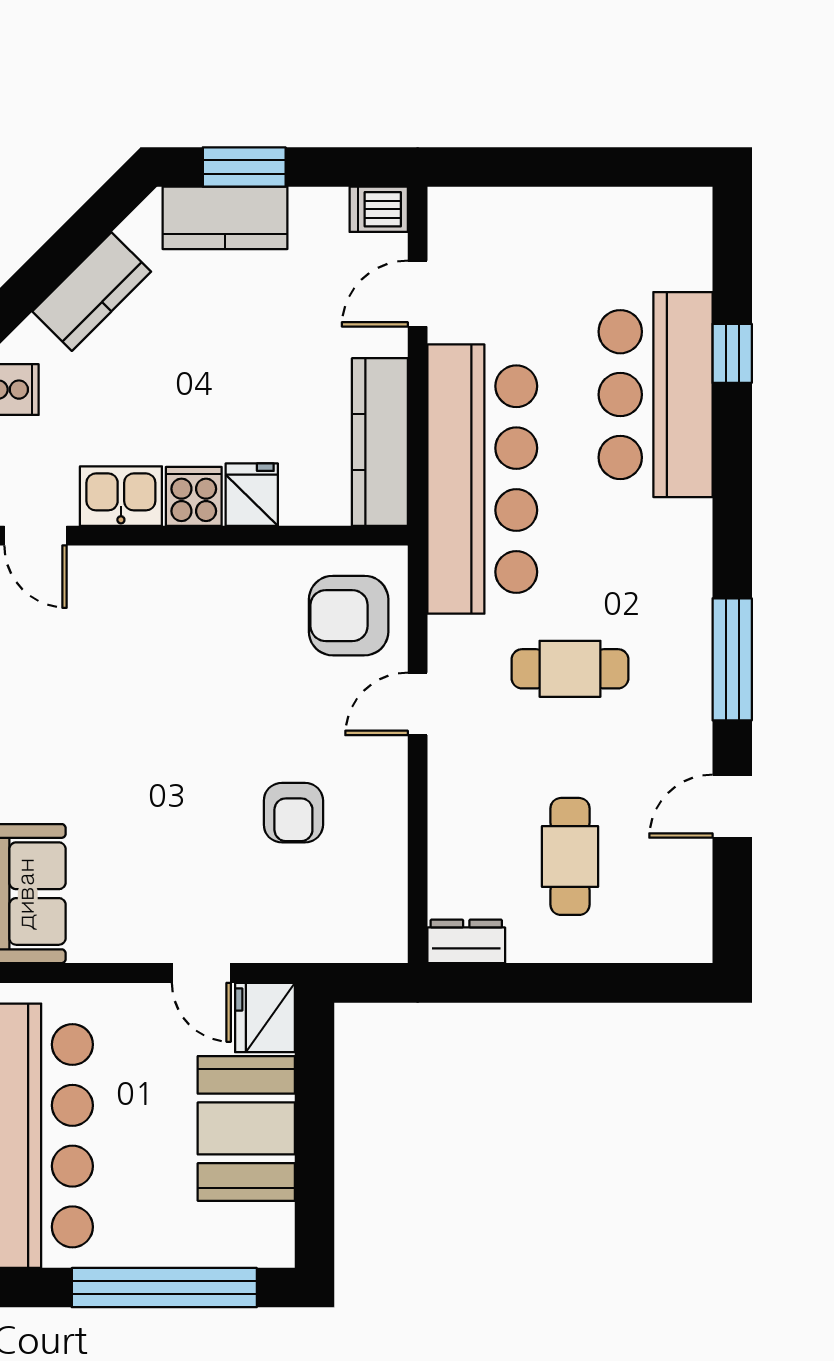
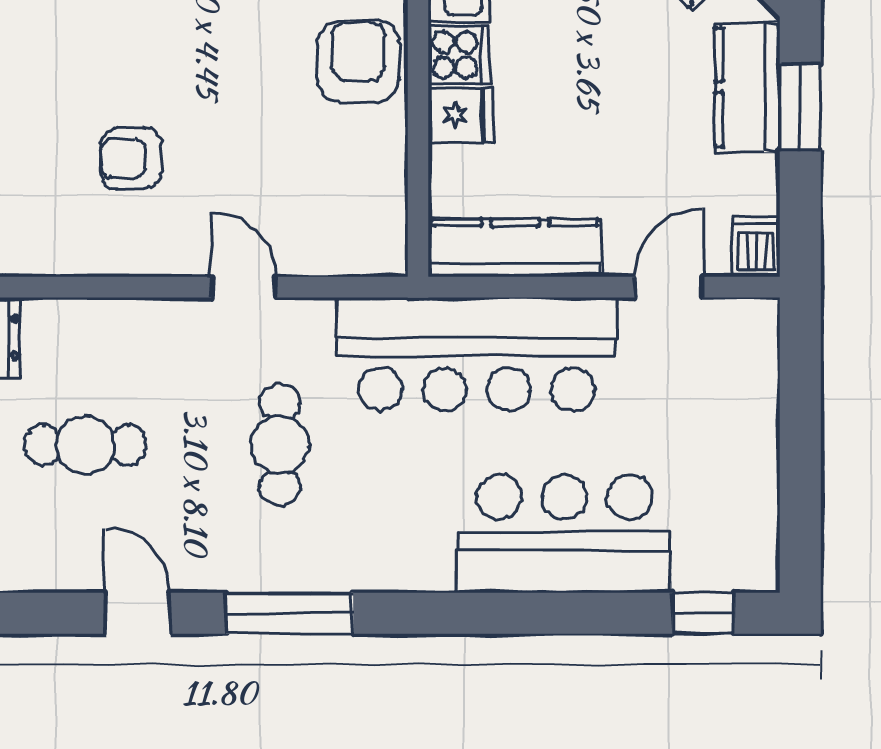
door: (418, 294) -> (669, 287), hinge flipped
window: (732, 353) -> (703, 613), moved
armchair: (349, 616) -> (358, 61), moved

